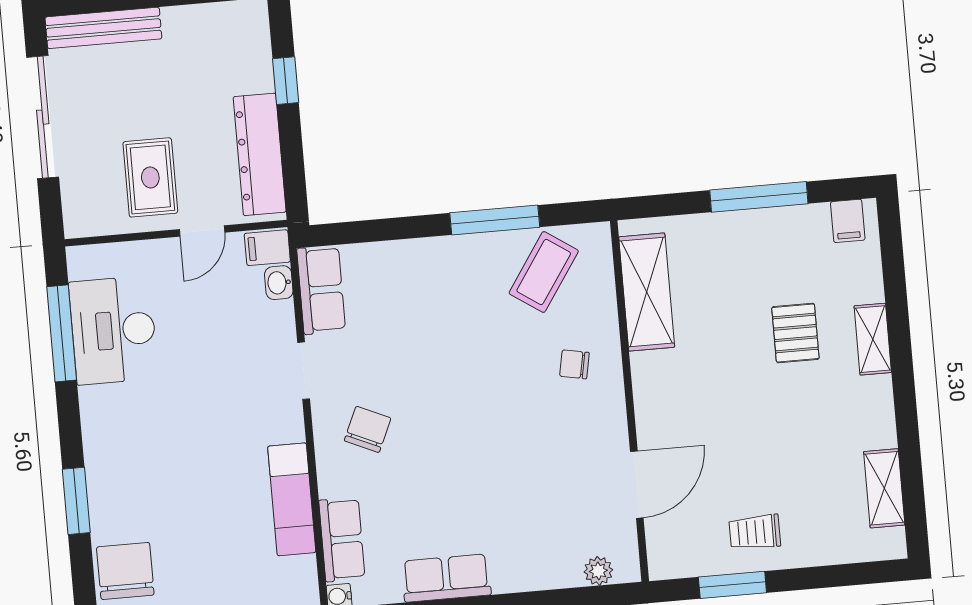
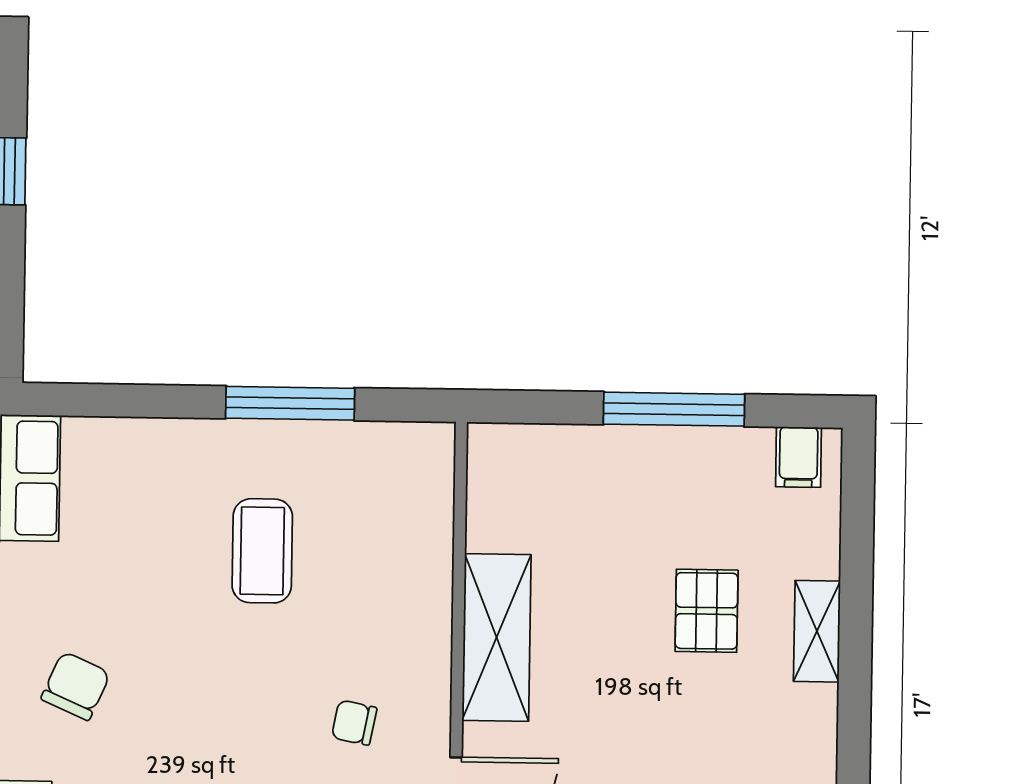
coffee table: (544, 272) -> (262, 551), moved, turned -34
shelving: (647, 292) -> (497, 638), moved
chair: (574, 364) -> (354, 723), moved

